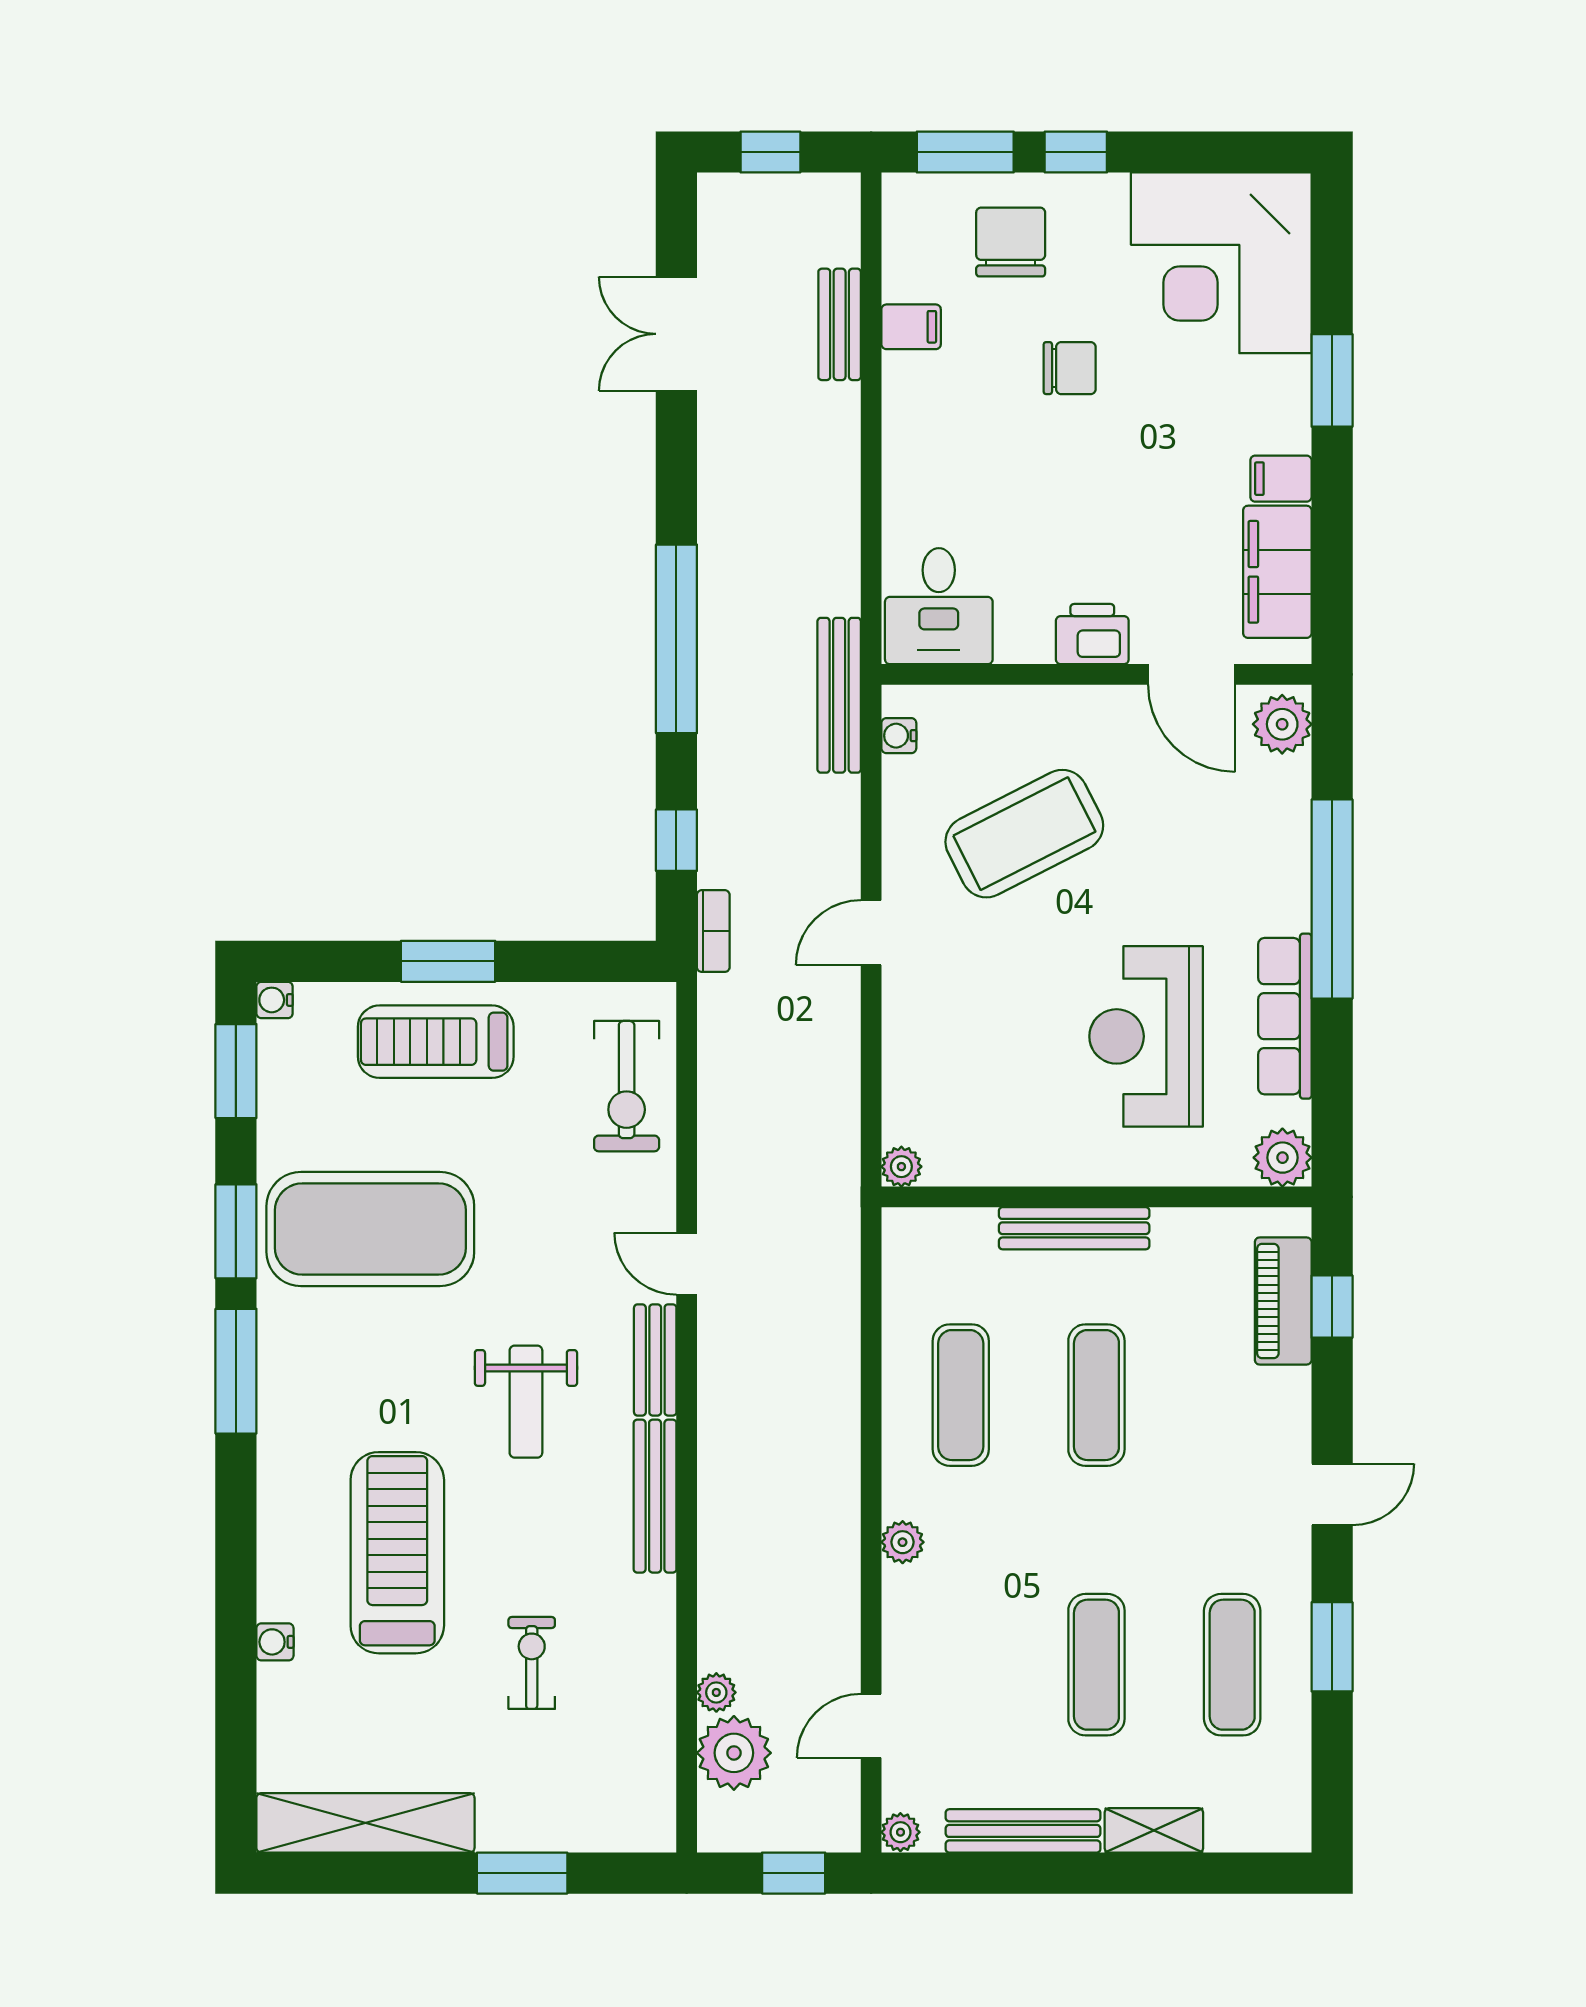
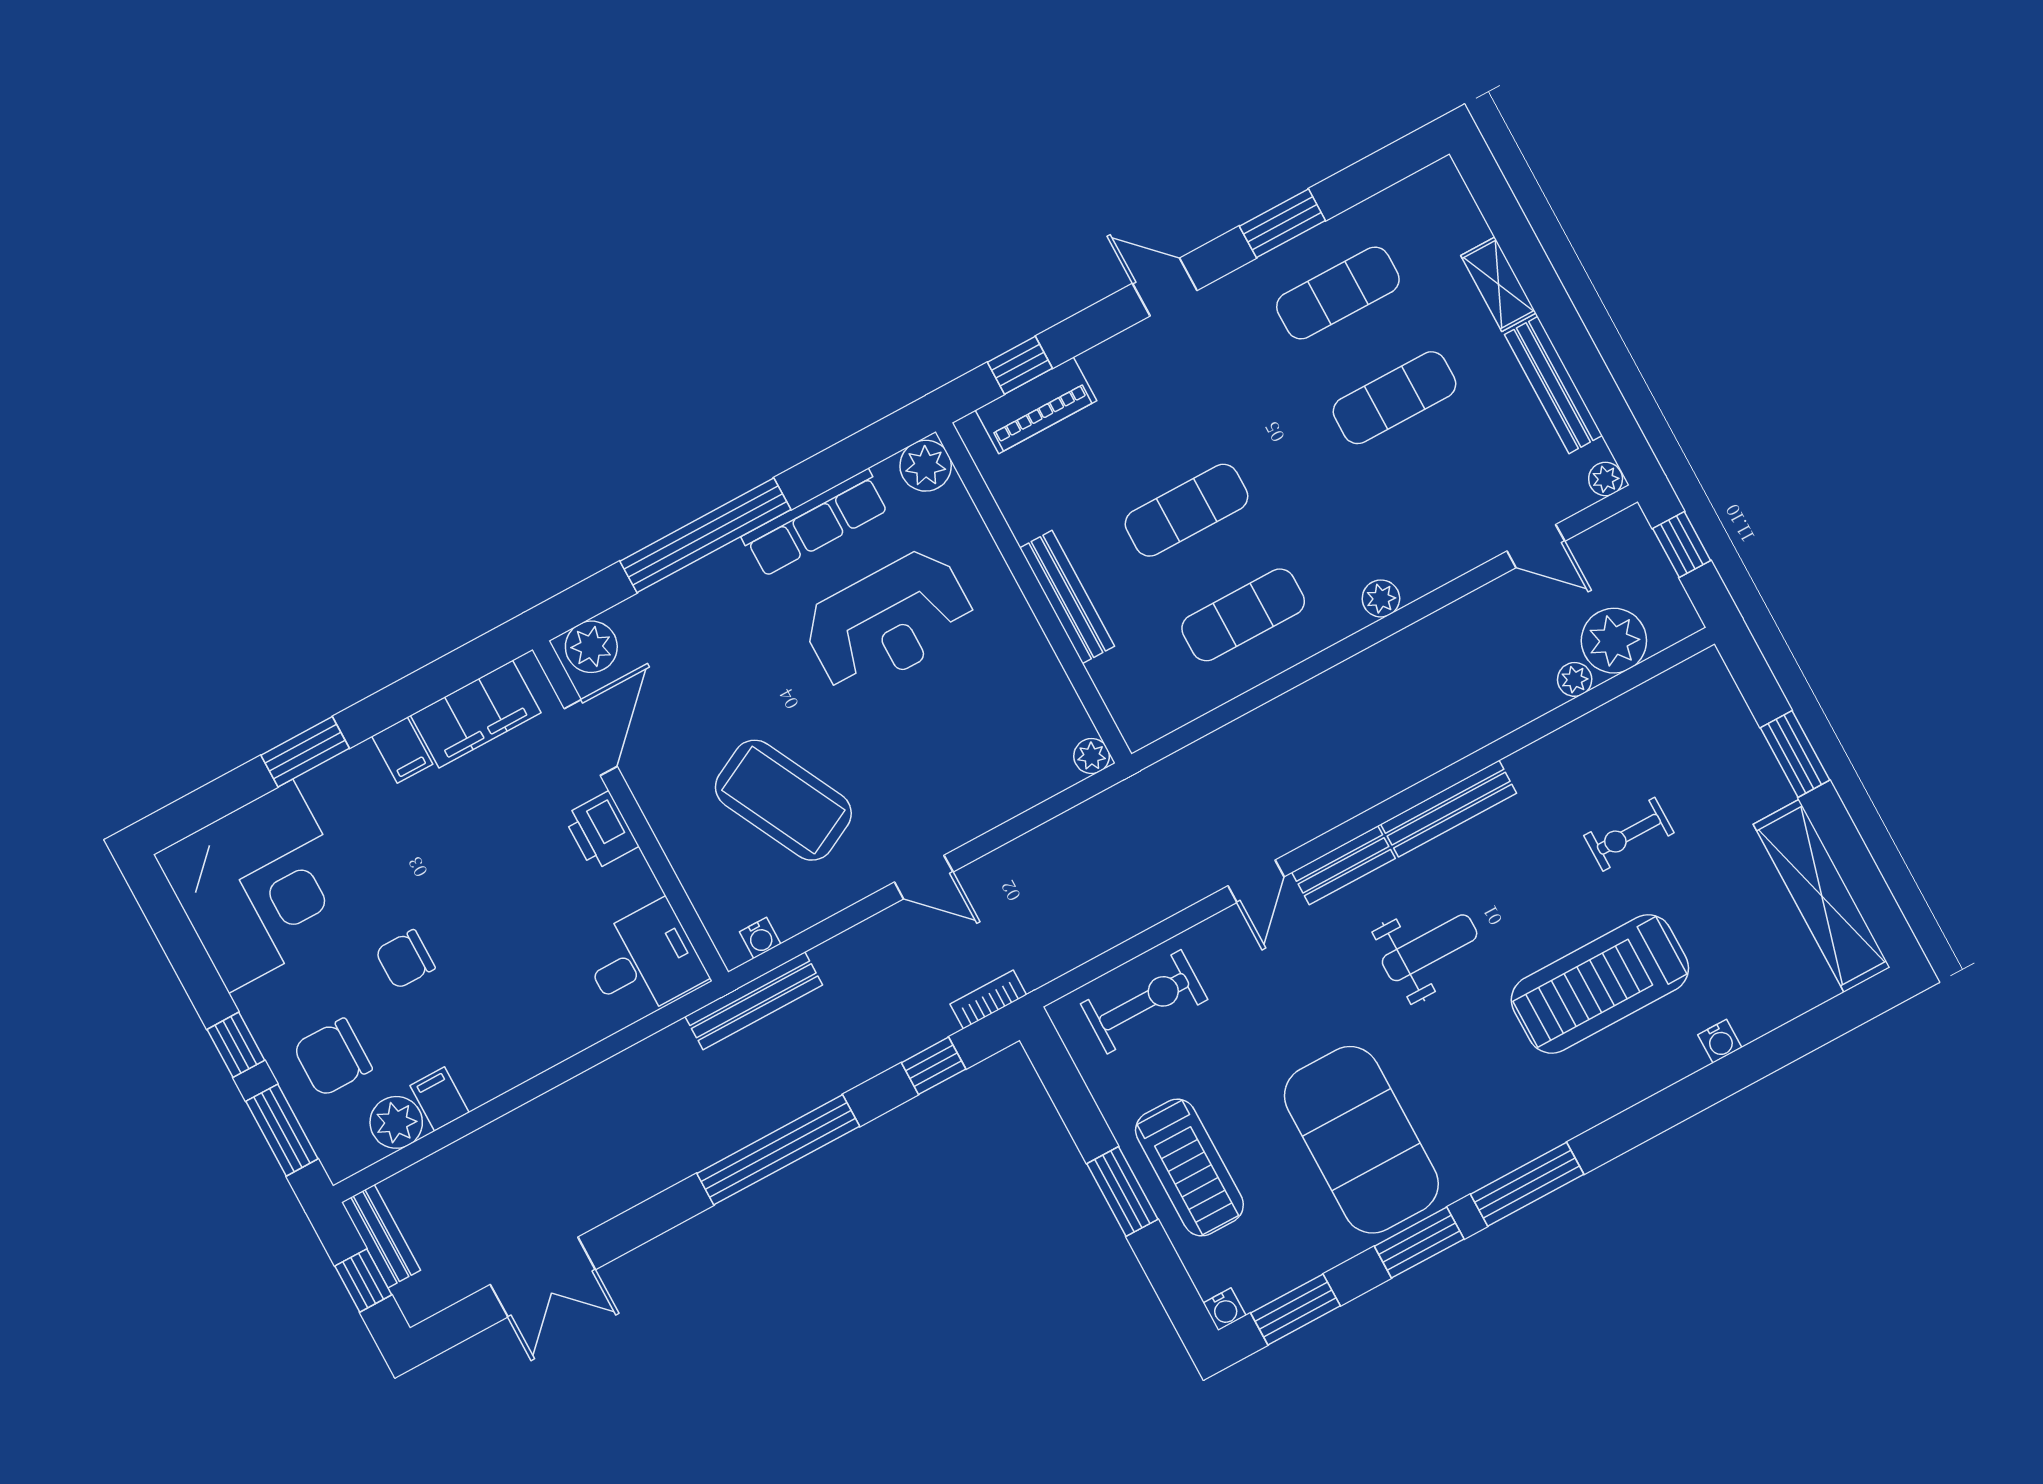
plant: (911, 271) -> (396, 1122), added
bench: (840, 324) -> (381, 1236), moved, turned 90
chair: (1070, 368) -> (405, 959), turned -90

